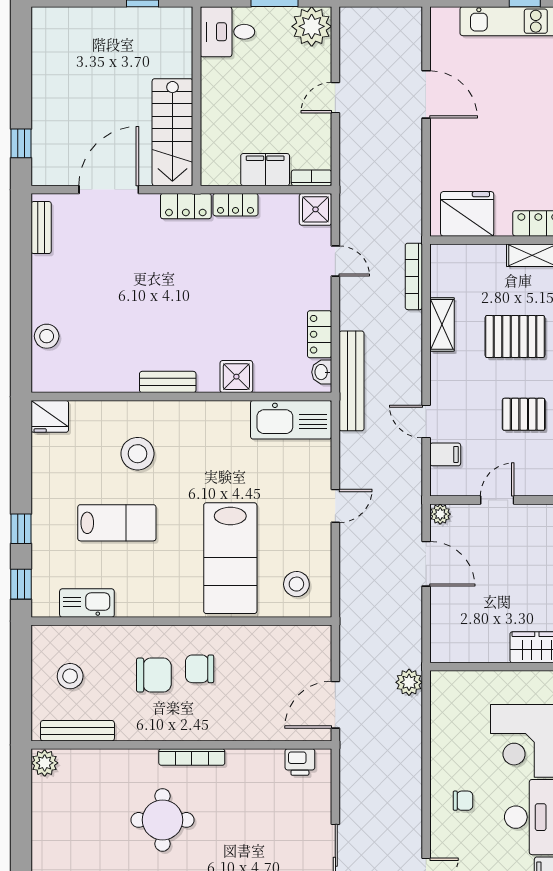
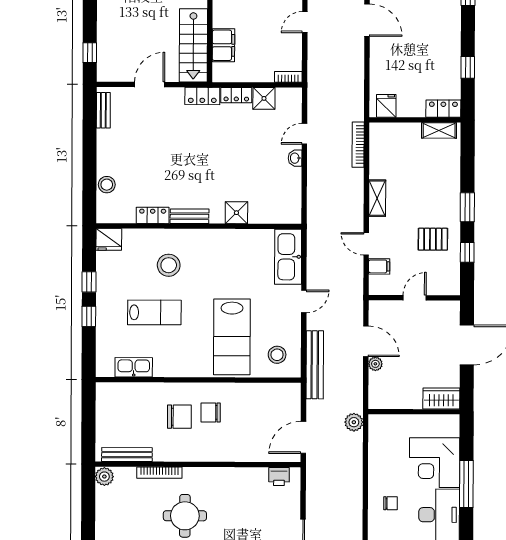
filing cabinet: (265, 170) -> (223, 45), moved, turned 90
door: (109, 190) -> (150, 84), width x0.73
shower: (315, 209) -> (264, 98), moved
fridge: (467, 214) -> (386, 106), width x0.53, depth x0.75
door: (335, 261) -> (304, 134), swing flipped
shelving: (442, 324) -> (377, 198), moved
locker: (320, 334) -> (153, 215), moved, turned 90
pallet: (515, 336) -> (427, 186), removed
washbasin: (322, 372) -> (295, 158), moved
bench: (352, 381) -> (315, 365), moved
kitchen sink: (291, 420) -> (288, 257), moved, turned 90
plant: (440, 514) -> (375, 364), moved
window: (21, 584) -> (89, 282), moved
stool: (70, 676) -> (122, 417), removed
bookcase: (192, 757) -> (159, 473), moved

